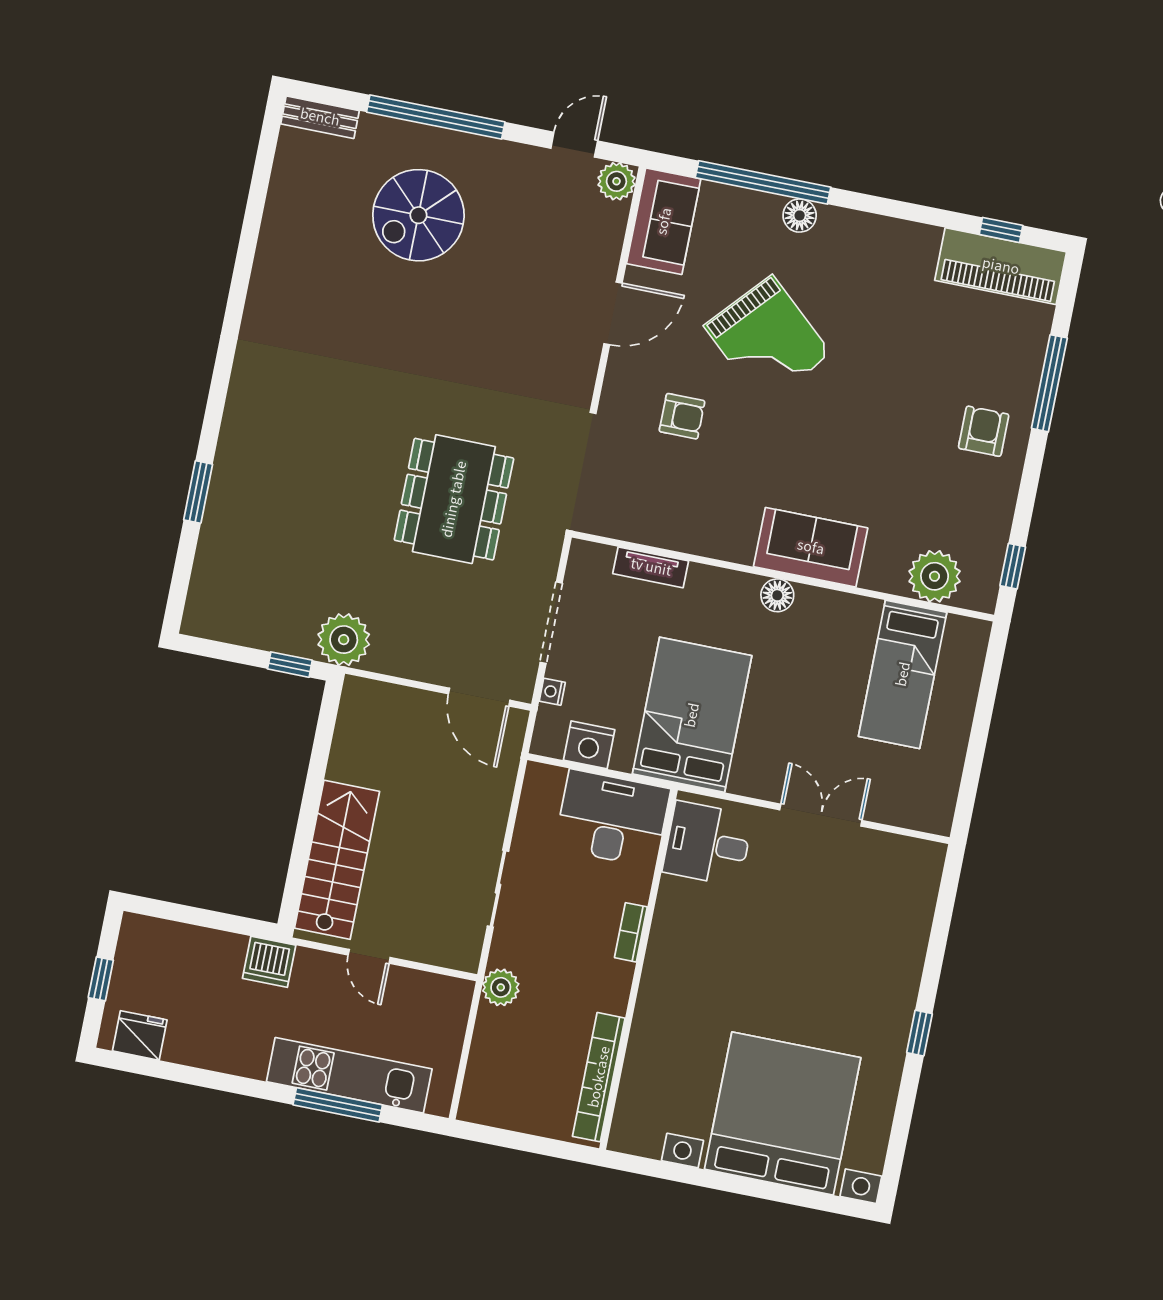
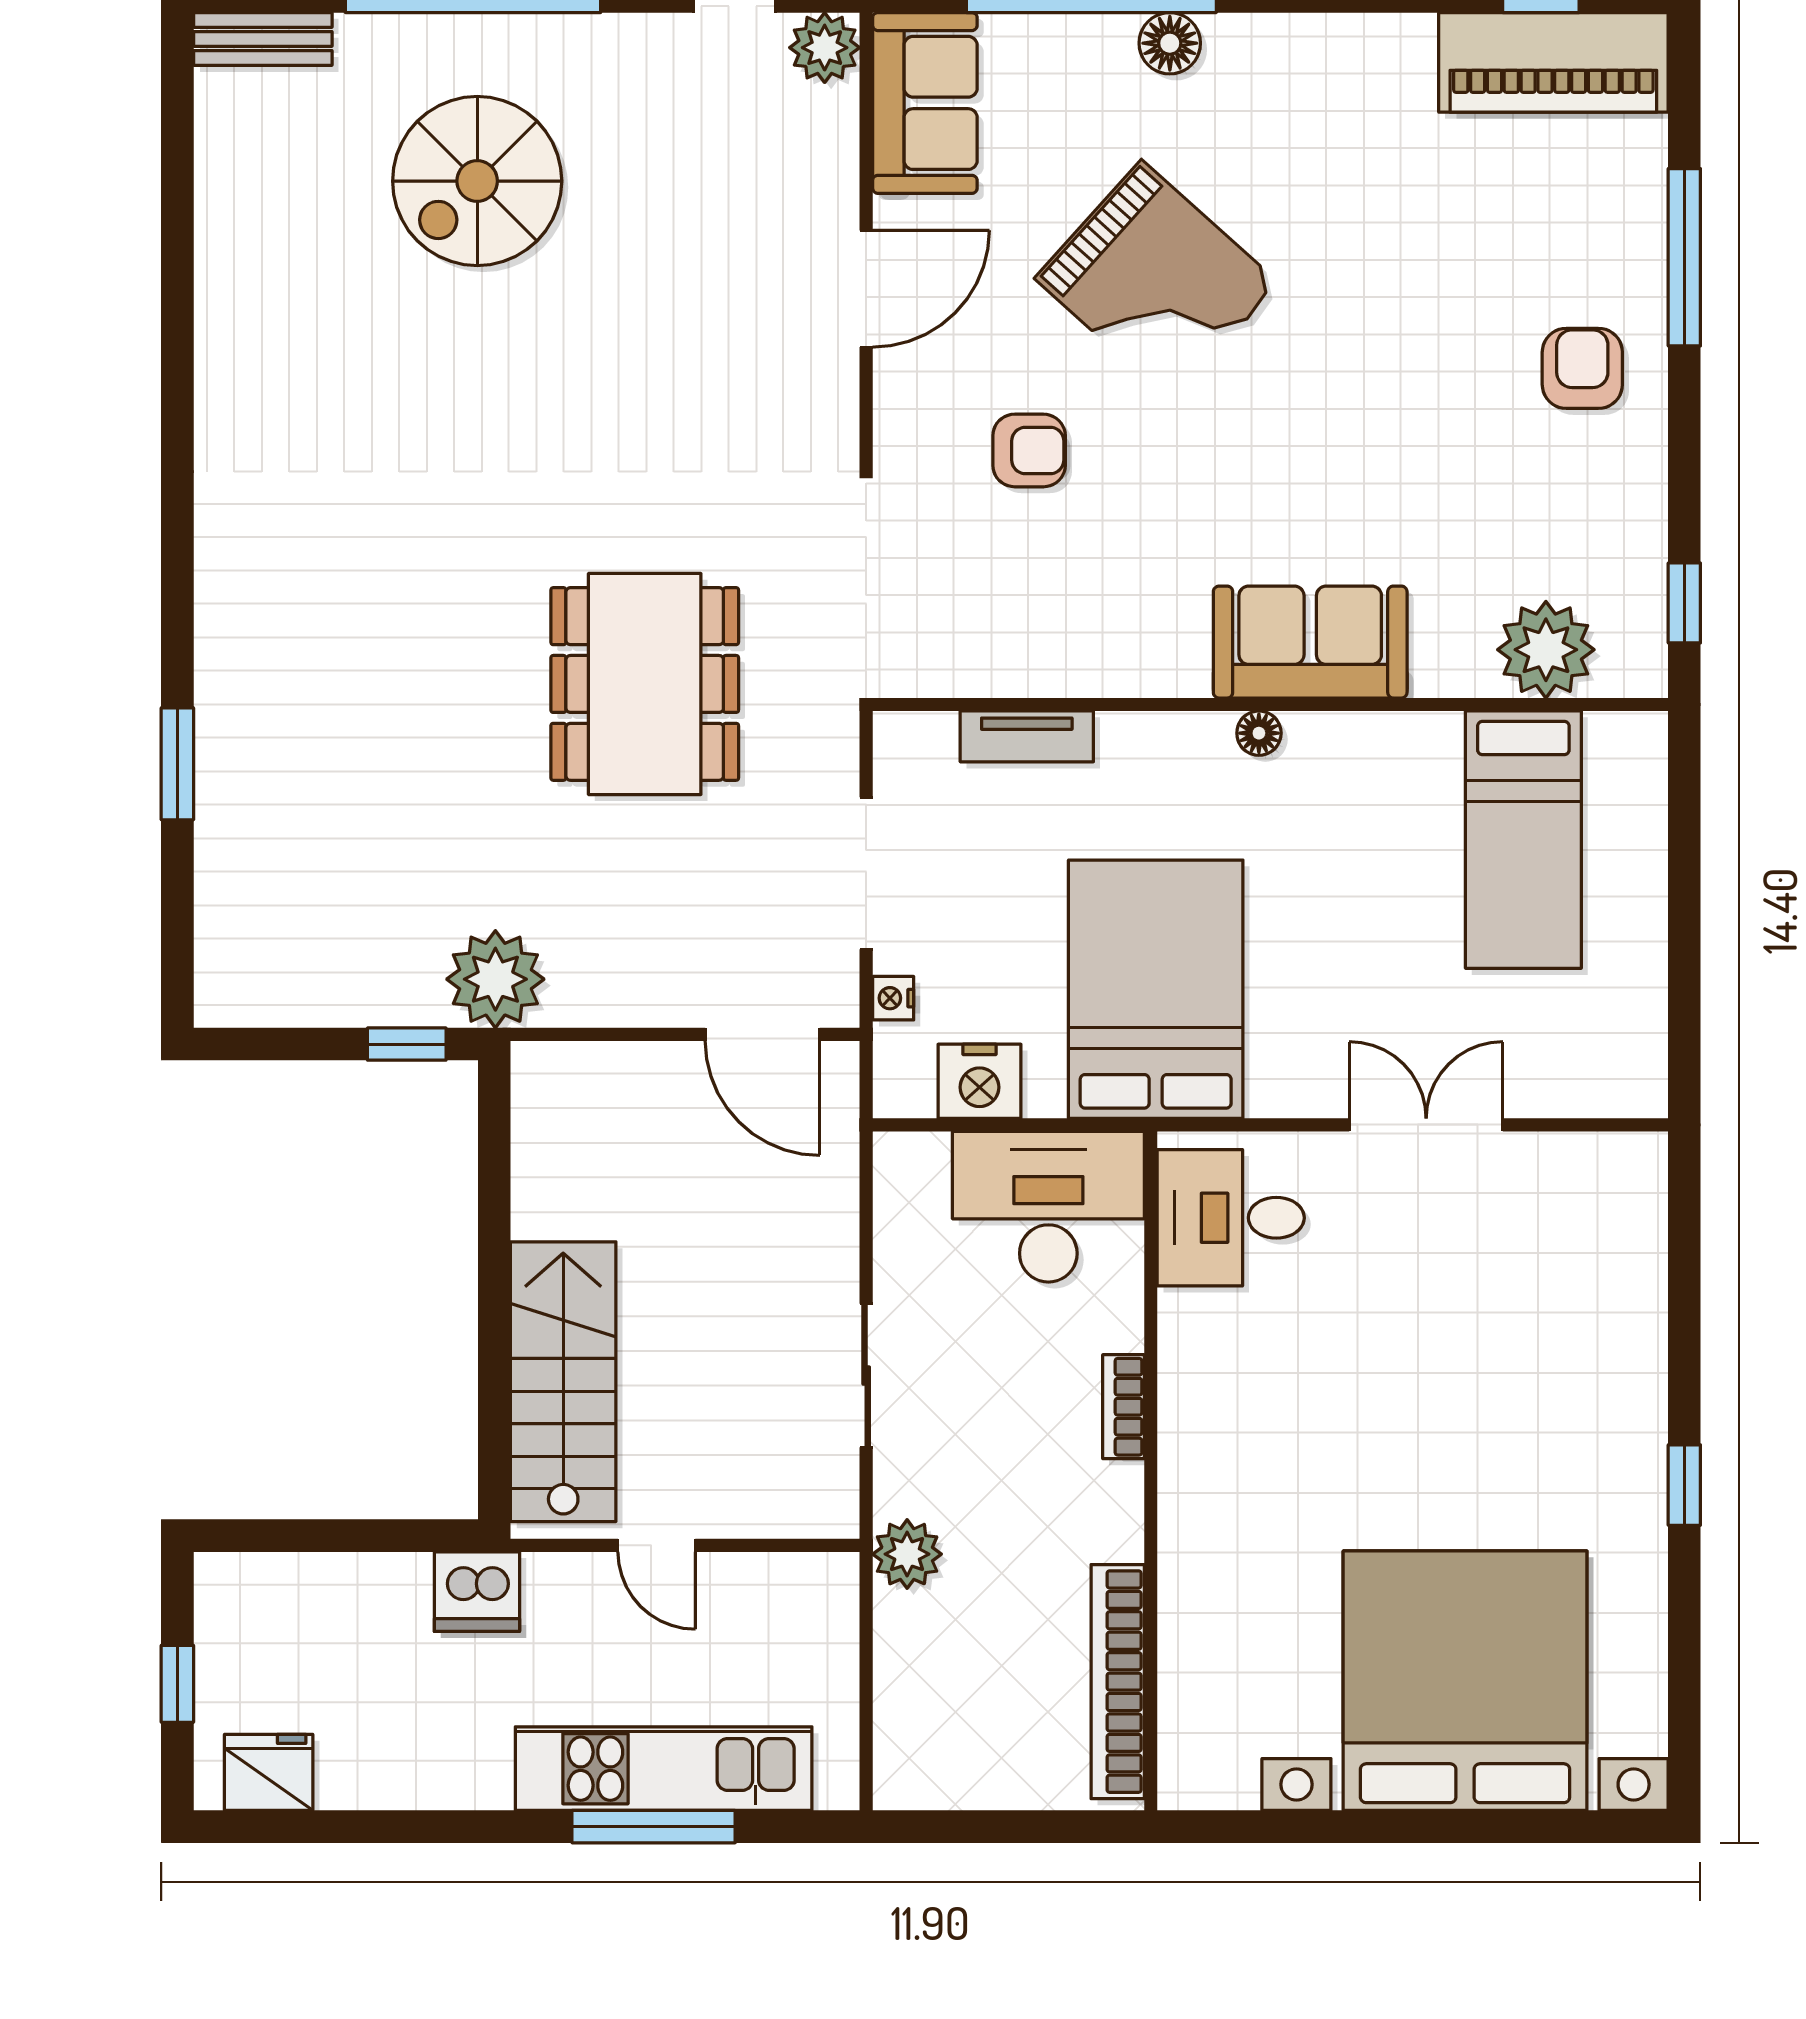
floor lamp: (777, 595) -> (1259, 733), width x0.73, depth x0.73

